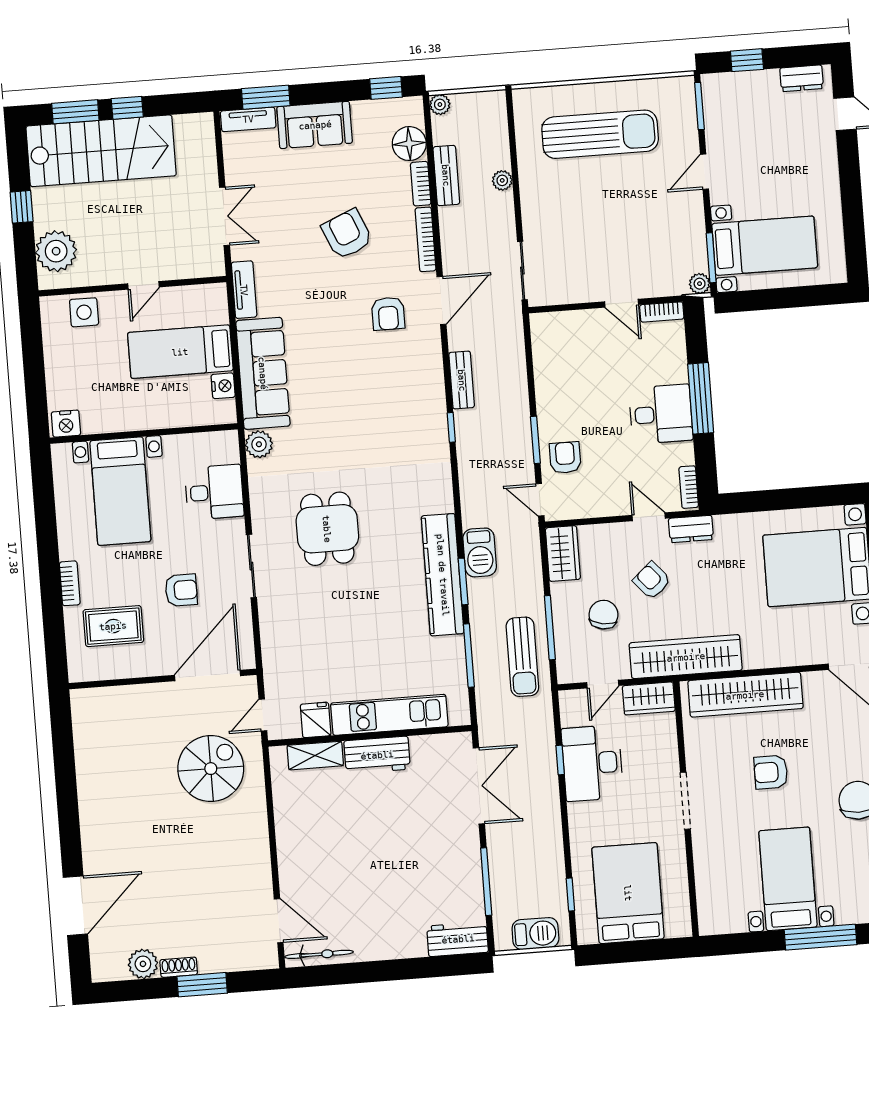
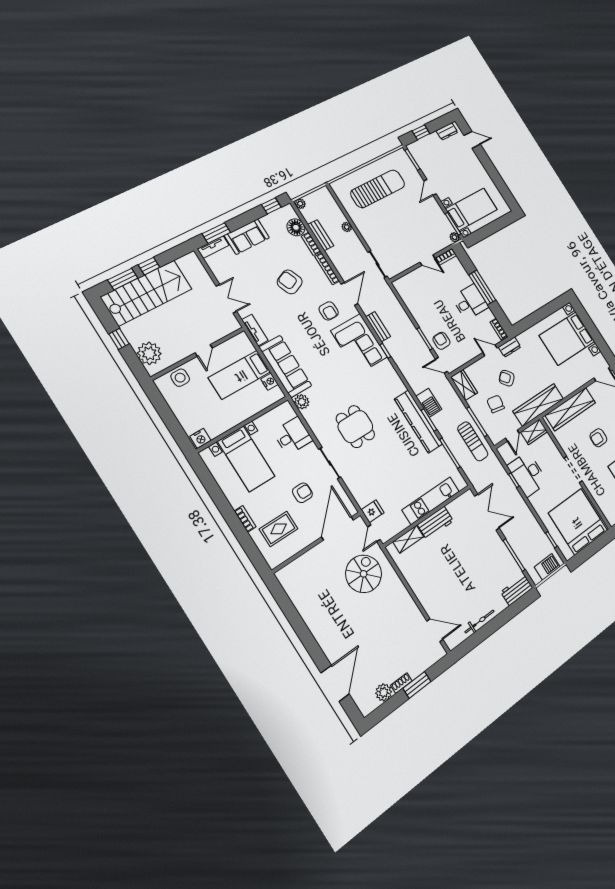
corner sofa: (411, 394) -> (359, 344), added
fridge: (316, 720) -> (373, 511), moved, turned 90
bed: (628, 893) -> (578, 522), width x1.36
bicycle: (319, 954) -> (480, 622), moved

